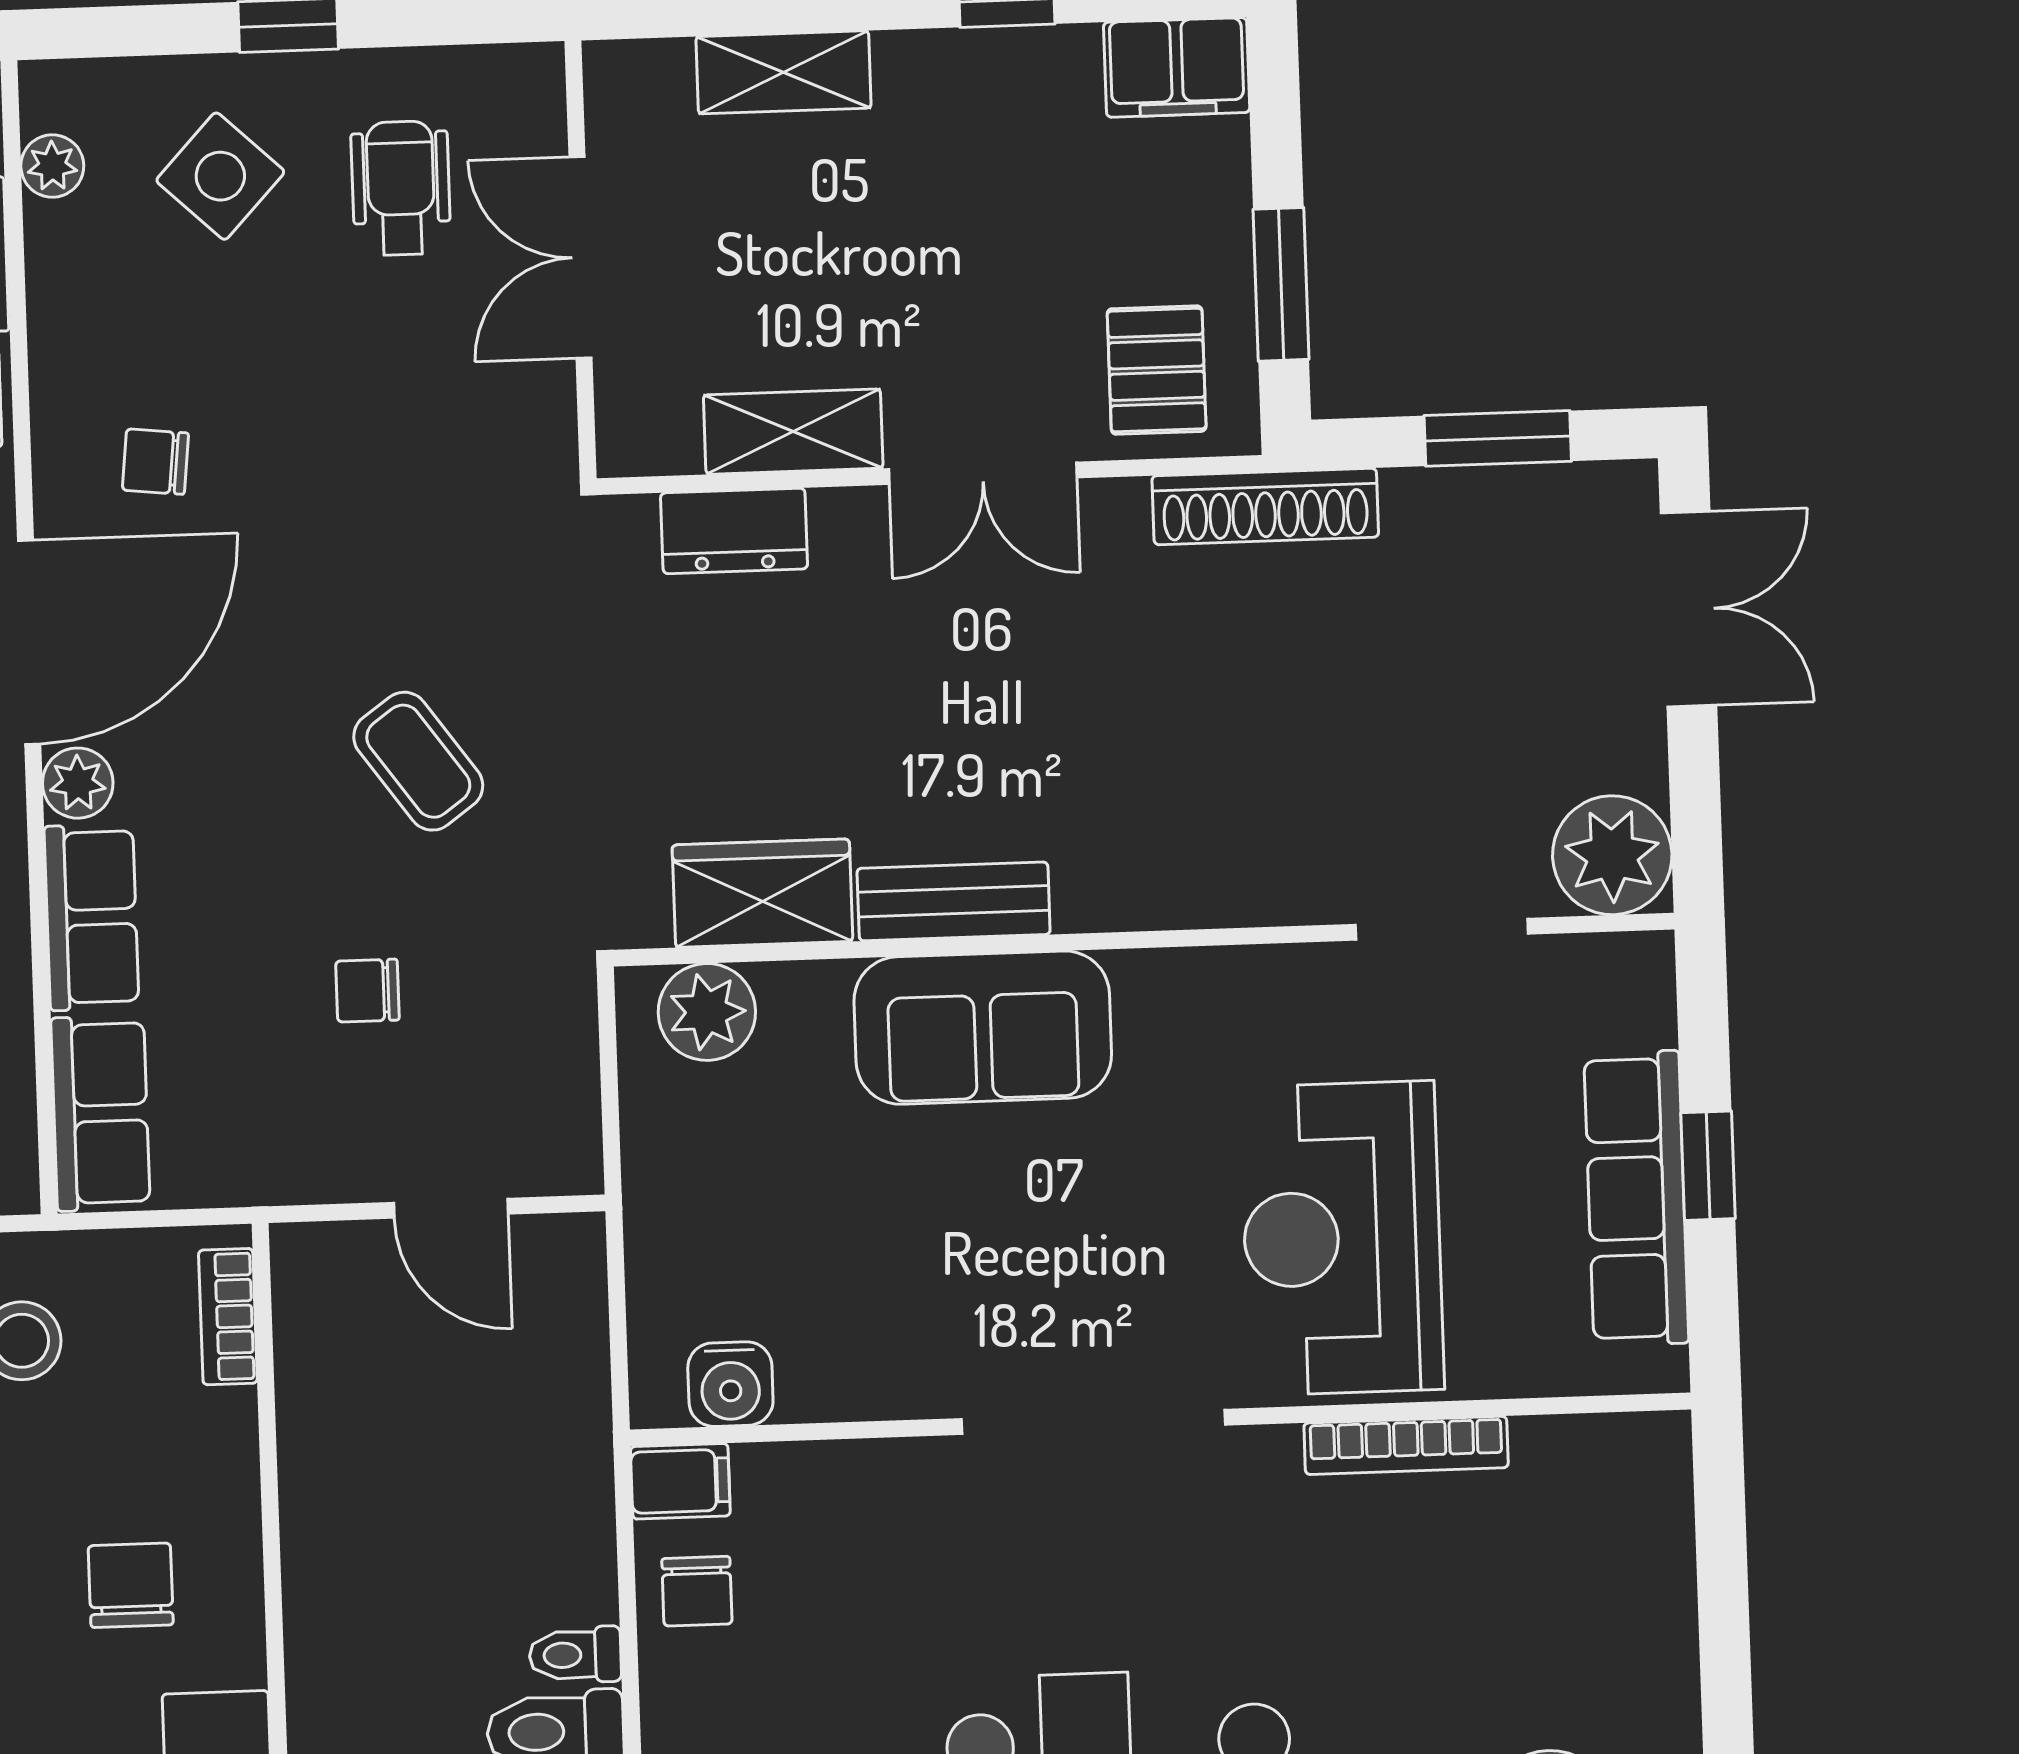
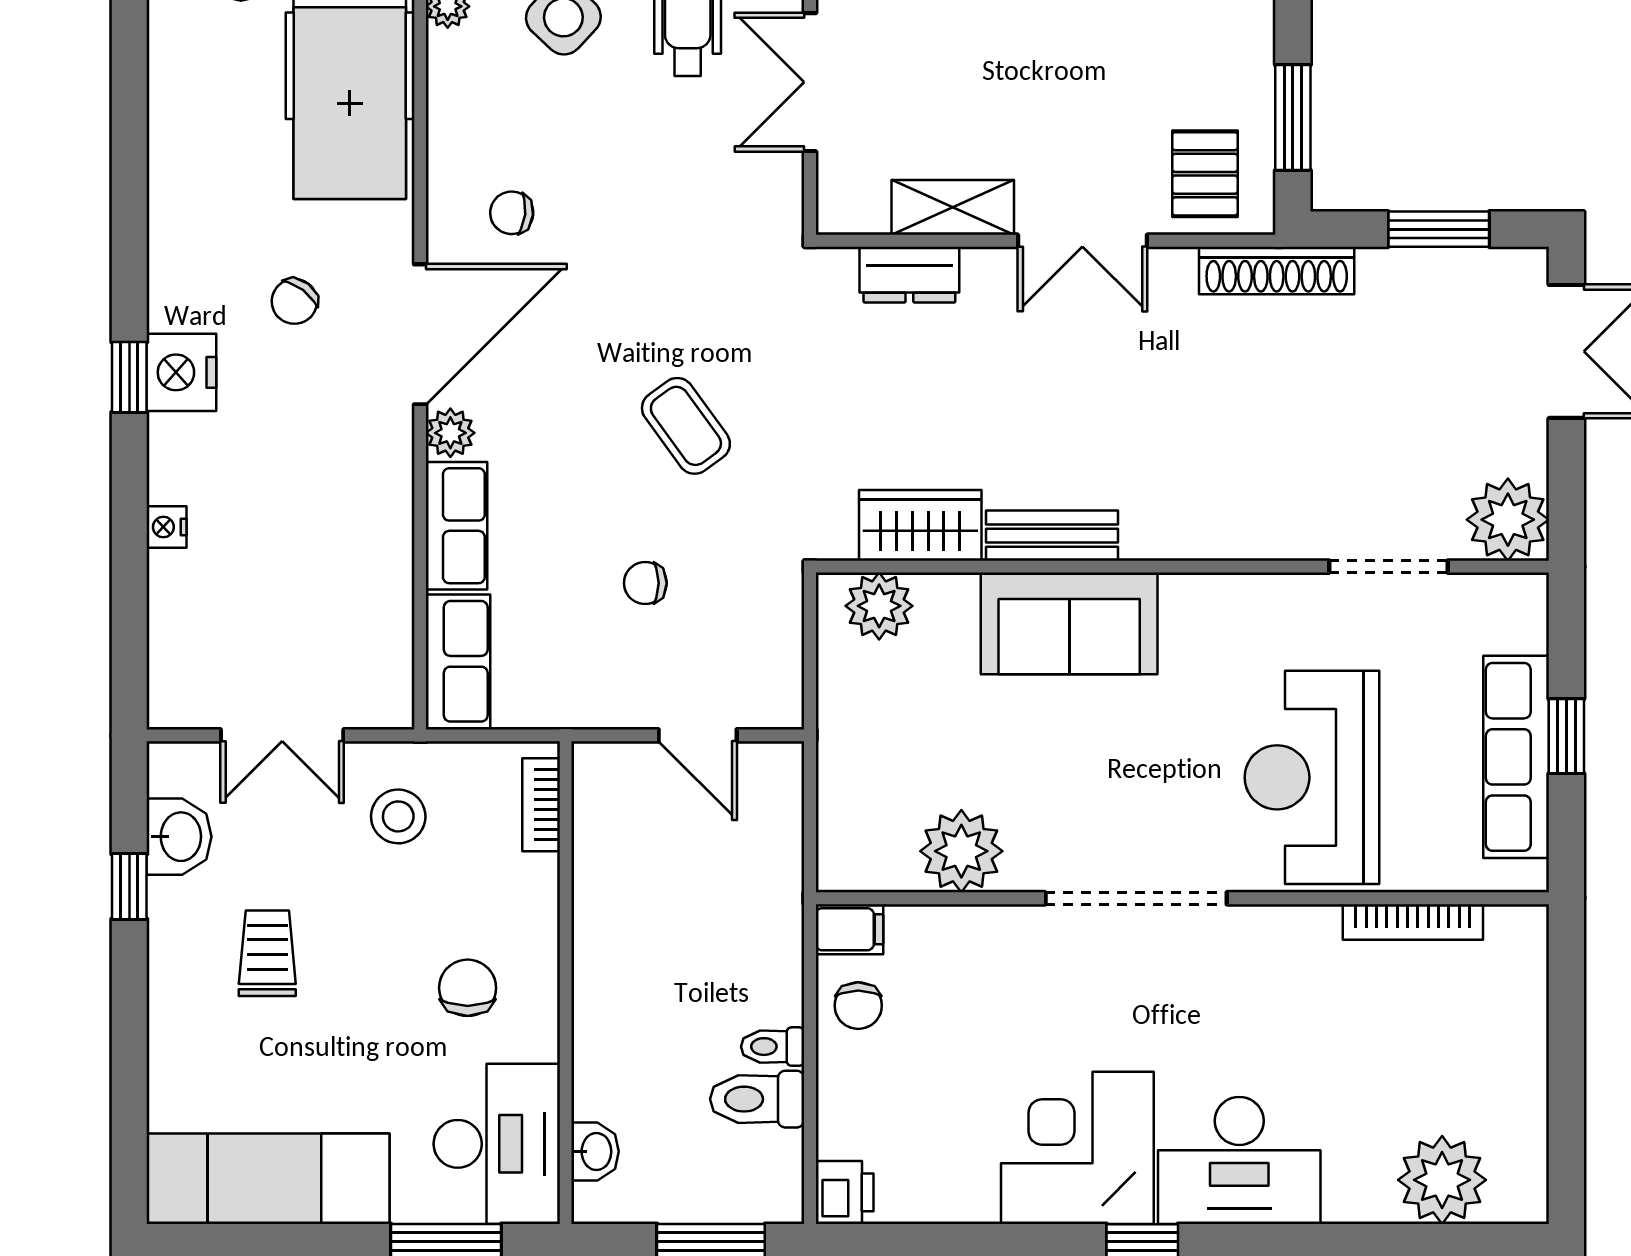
plant: (838, 1363) -> (961, 851), added
water cooler: (730, 1384) -> (886, 863), removed
bookcase: (1406, 1445) -> (1413, 922), moved

